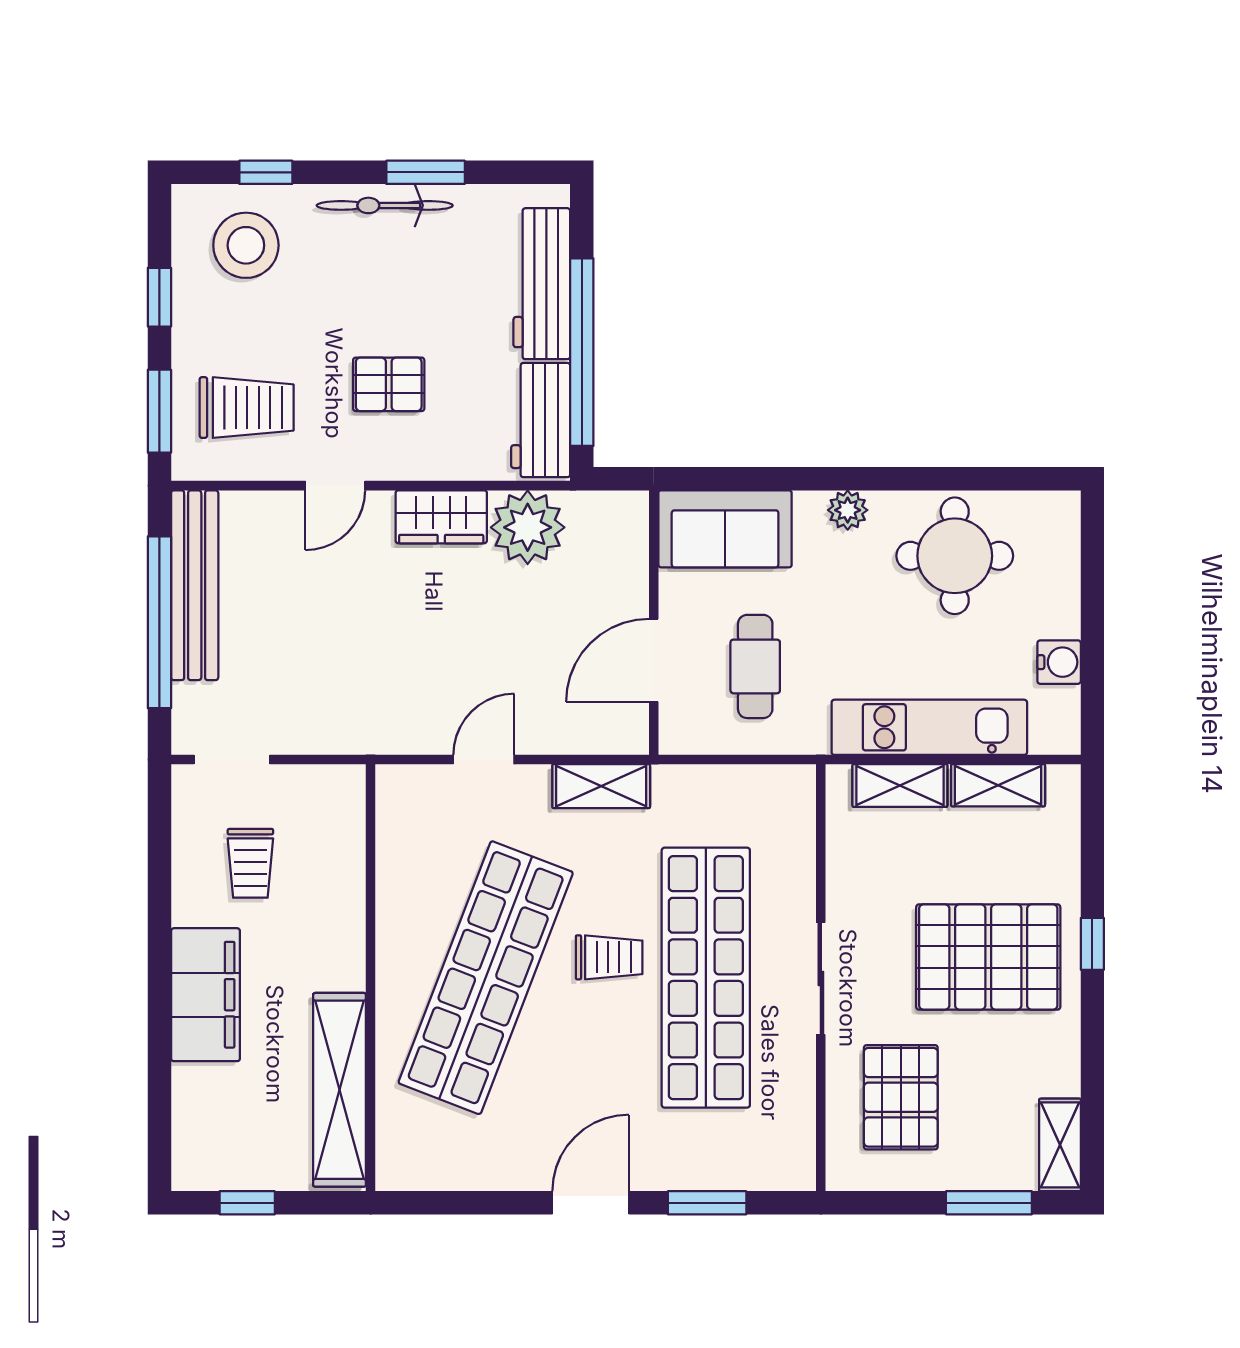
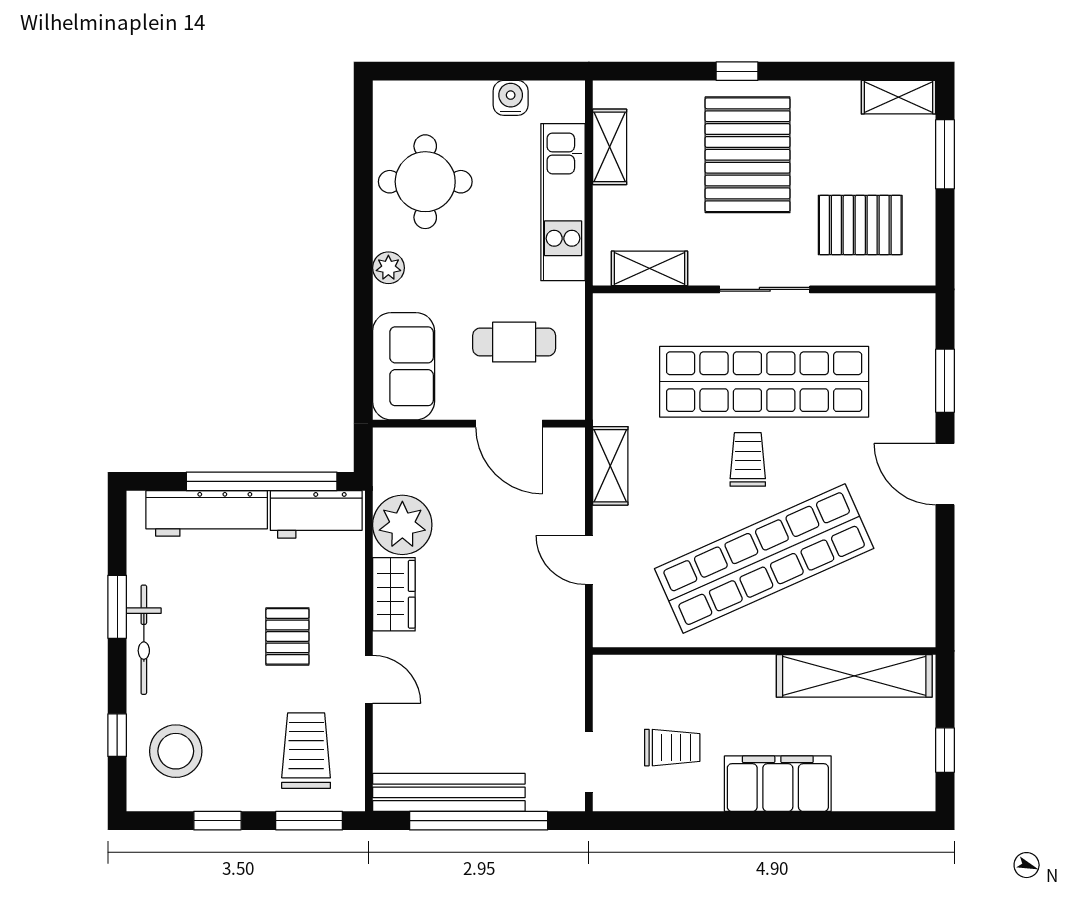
shelving: (900, 785) -> (649, 268), moved, turned 90
shop shelf: (486, 978) -> (764, 559), turned -45

